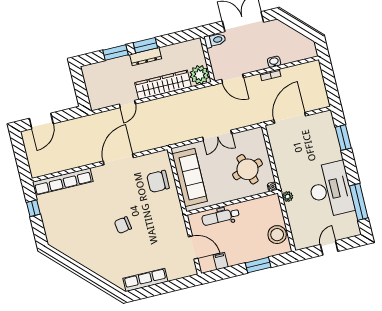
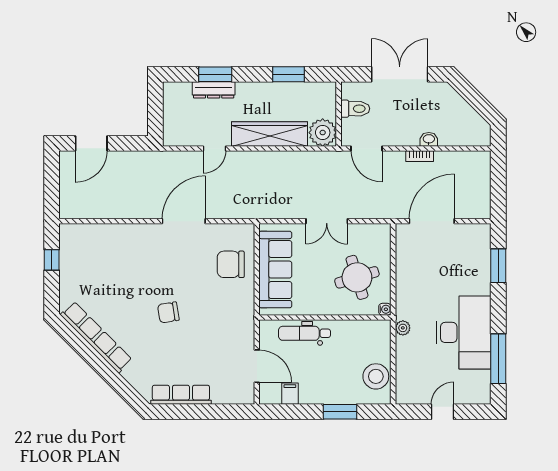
toilet: (215, 40) -> (355, 109), moved
window: (145, 45) -> (288, 74), moved
dresser: (146, 57) -> (214, 90), moved
row of seats: (63, 182) -> (96, 337), moved, turned -135

